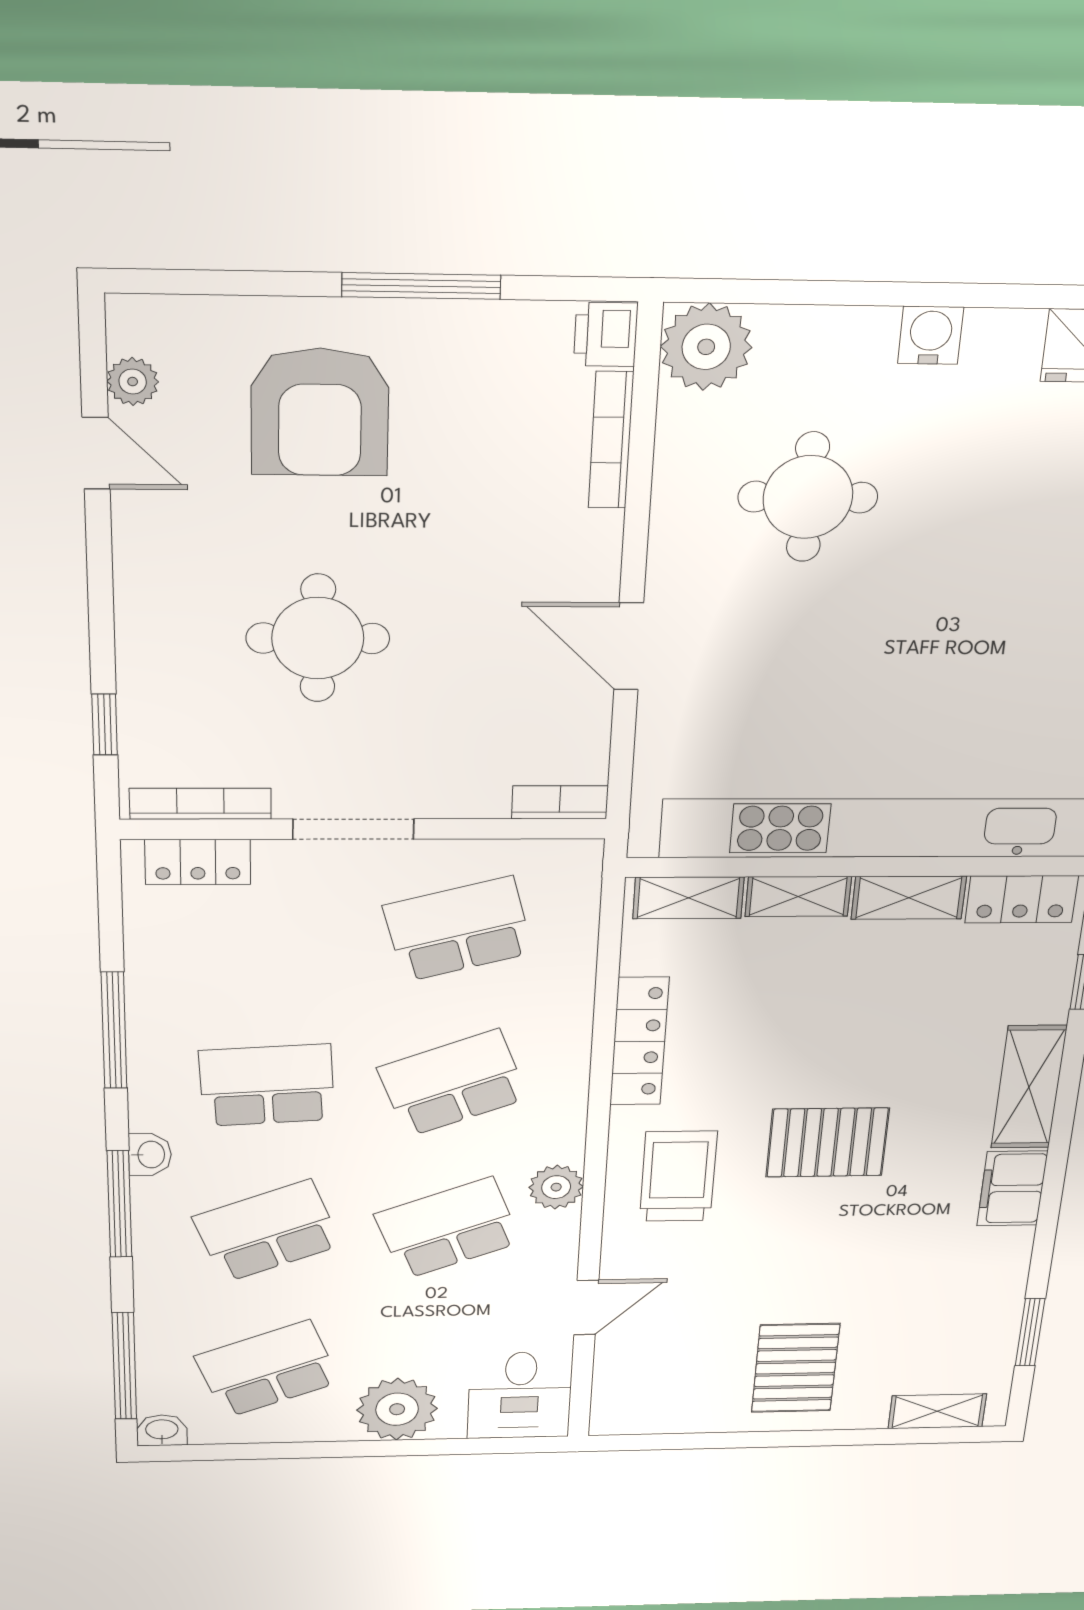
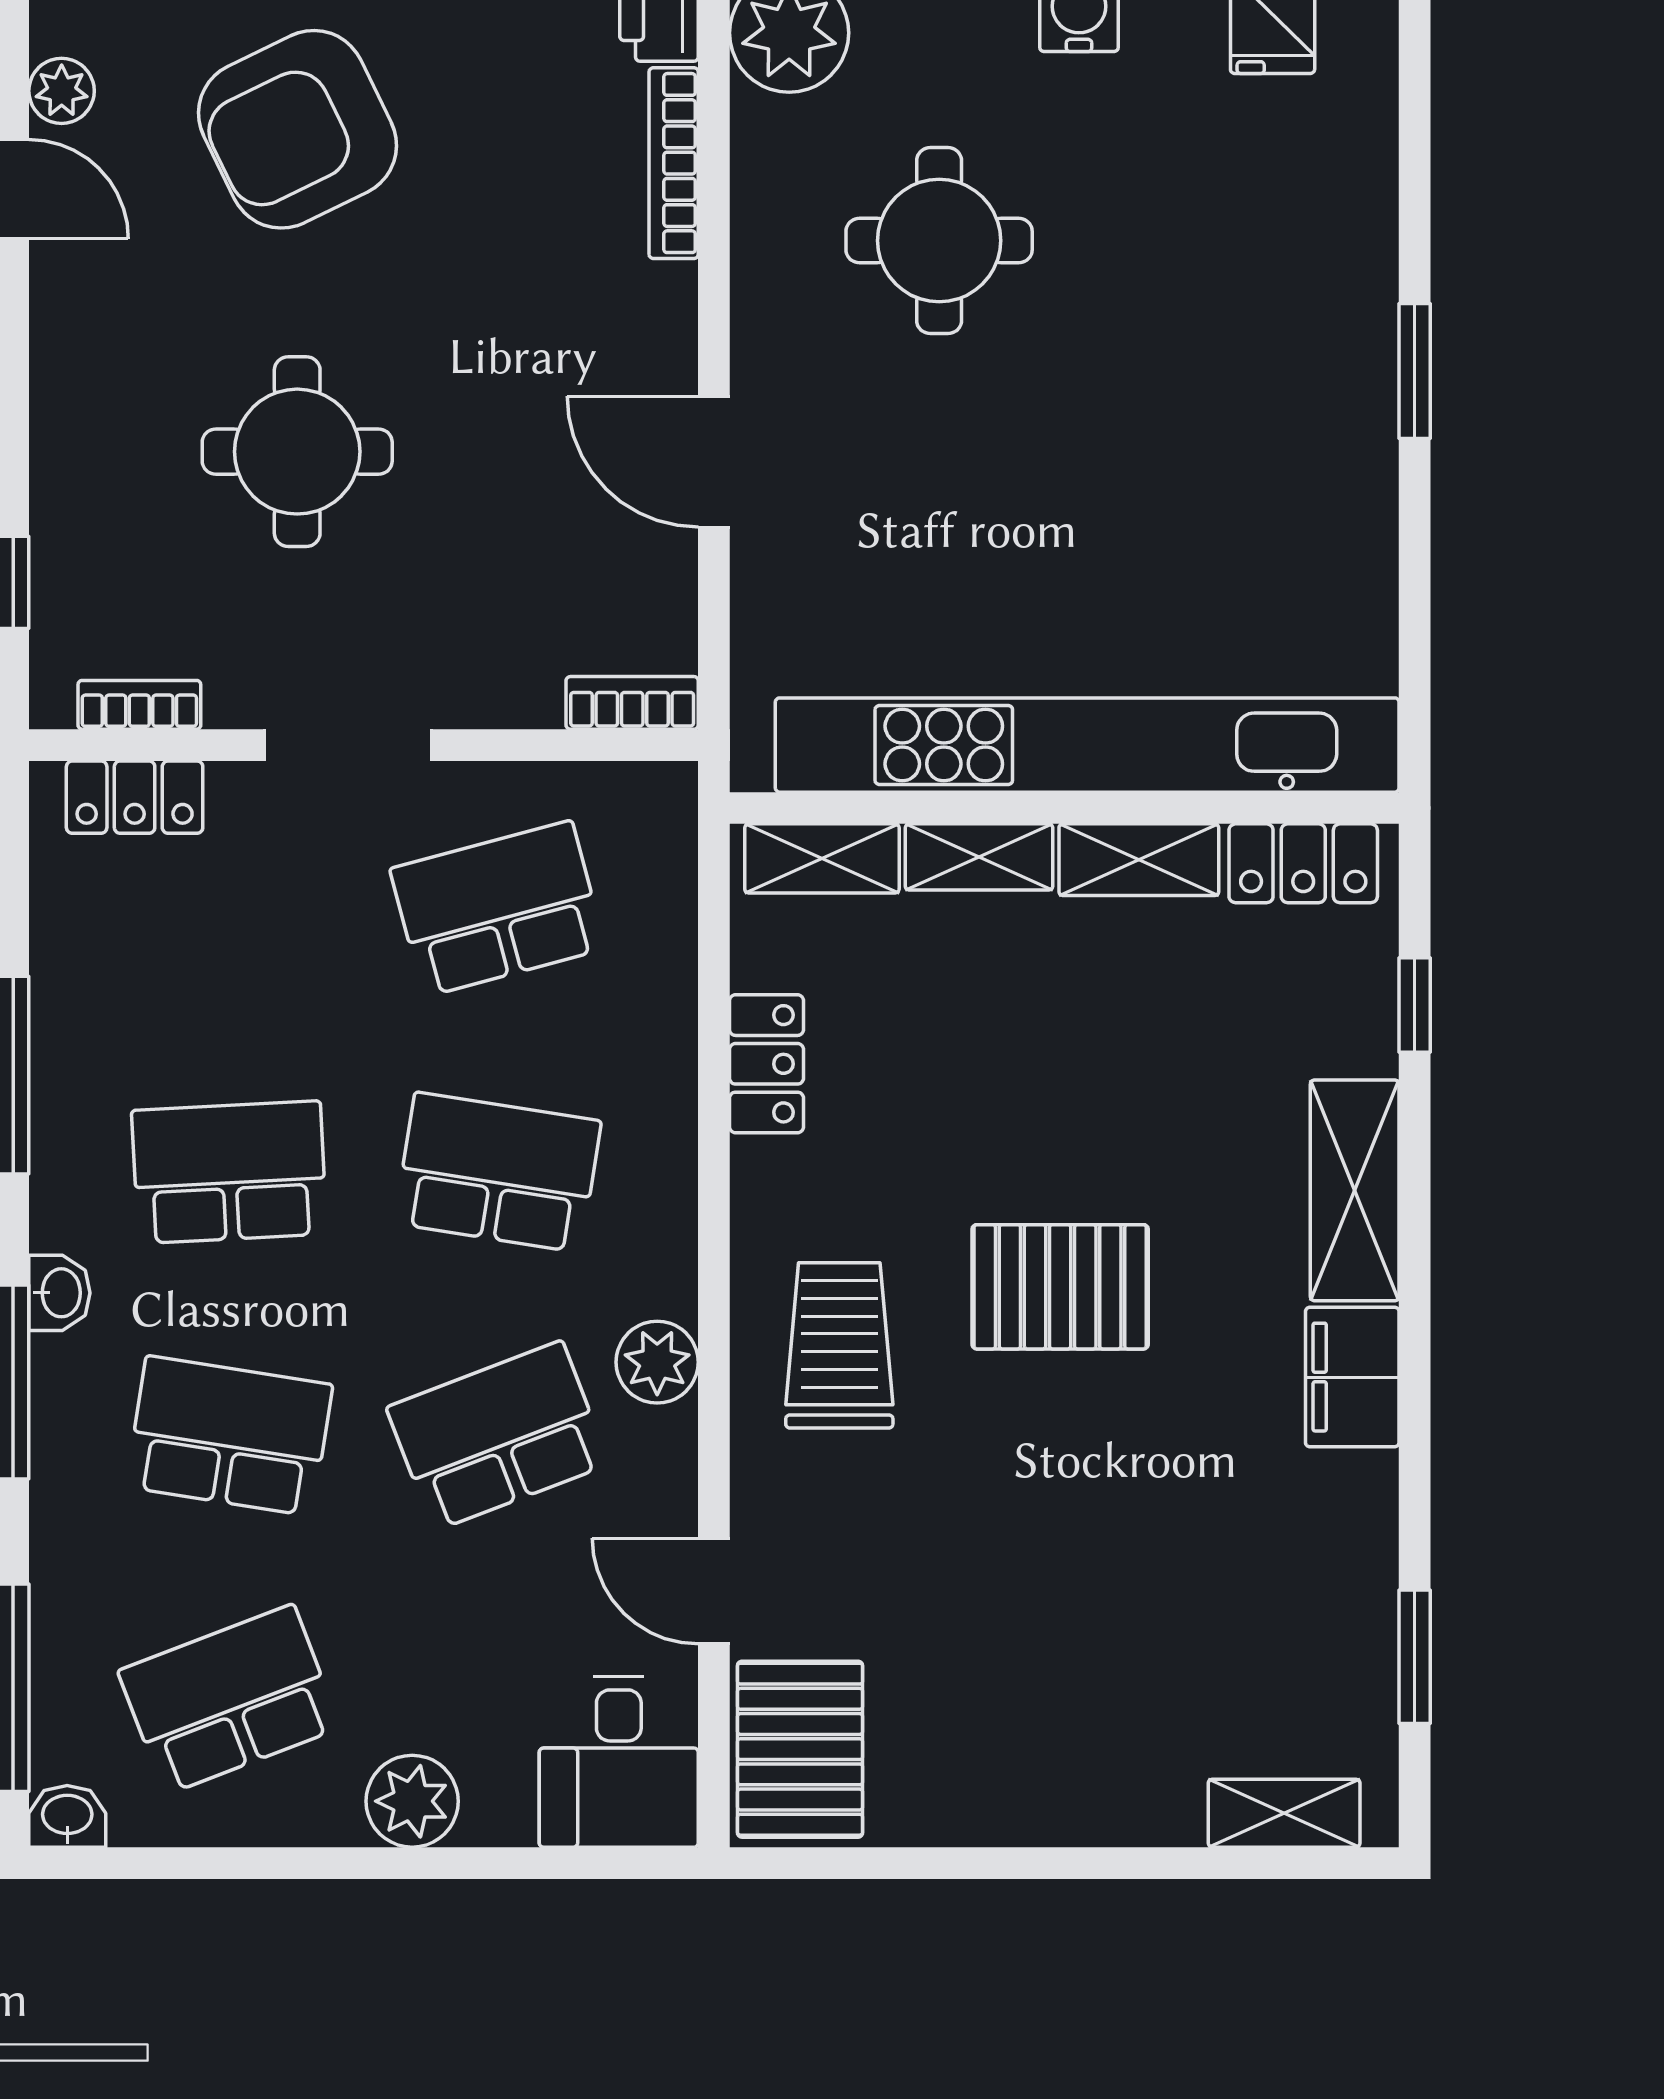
armchair: (320, 412) -> (298, 129), turned 64
bookcase: (200, 804) -> (139, 705), width x0.64
locker: (639, 1041) -> (767, 1064), width x0.66
school desk: (453, 1083) -> (498, 1172), turned 30
school desk: (267, 1231) -> (229, 1436), turned 30
door: (586, 1307) -> (714, 1591), swing flipped
pallet: (795, 1368) -> (800, 1749), moved
plant: (397, 1409) -> (412, 1801), width x0.73, depth x0.73

